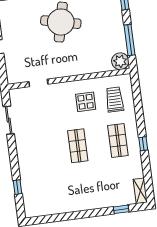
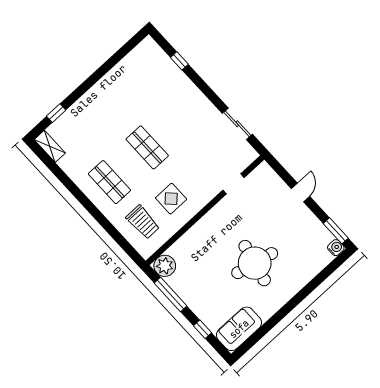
window: (143, 144) -> (81, 197), removed

